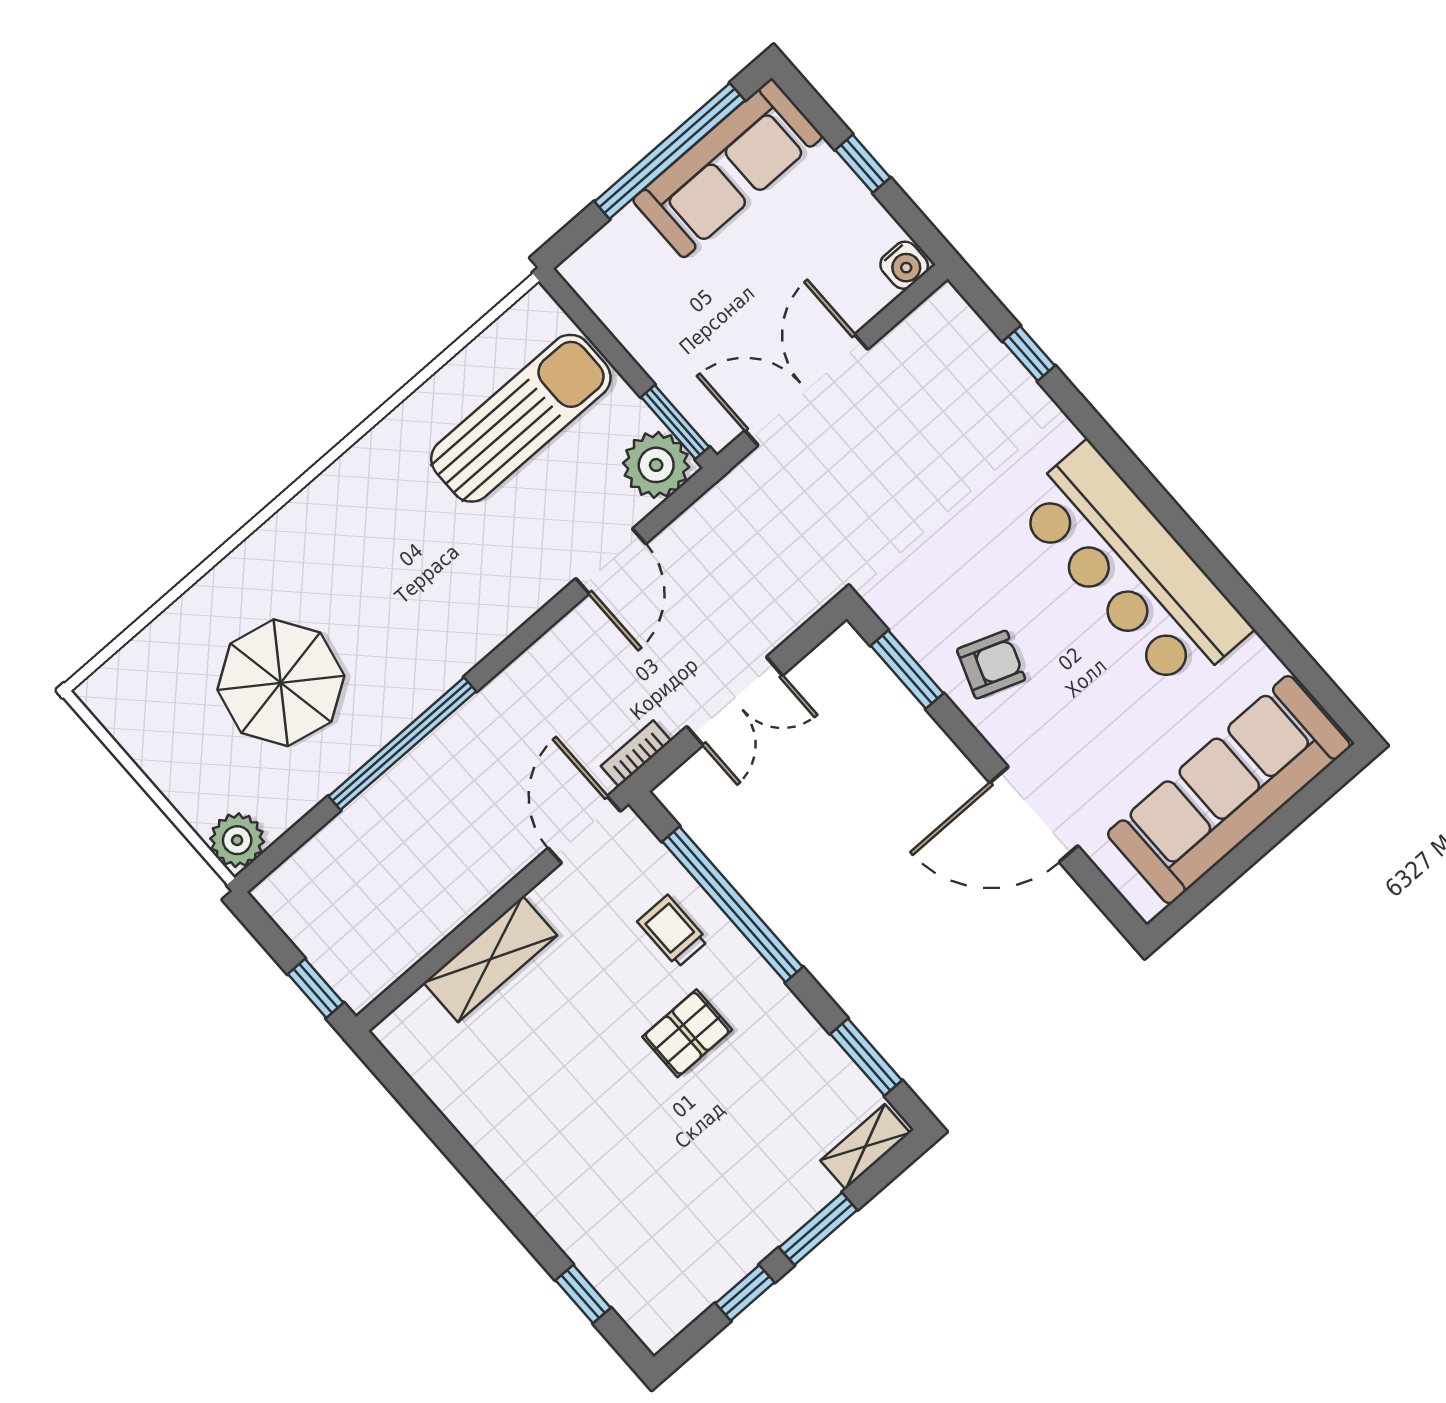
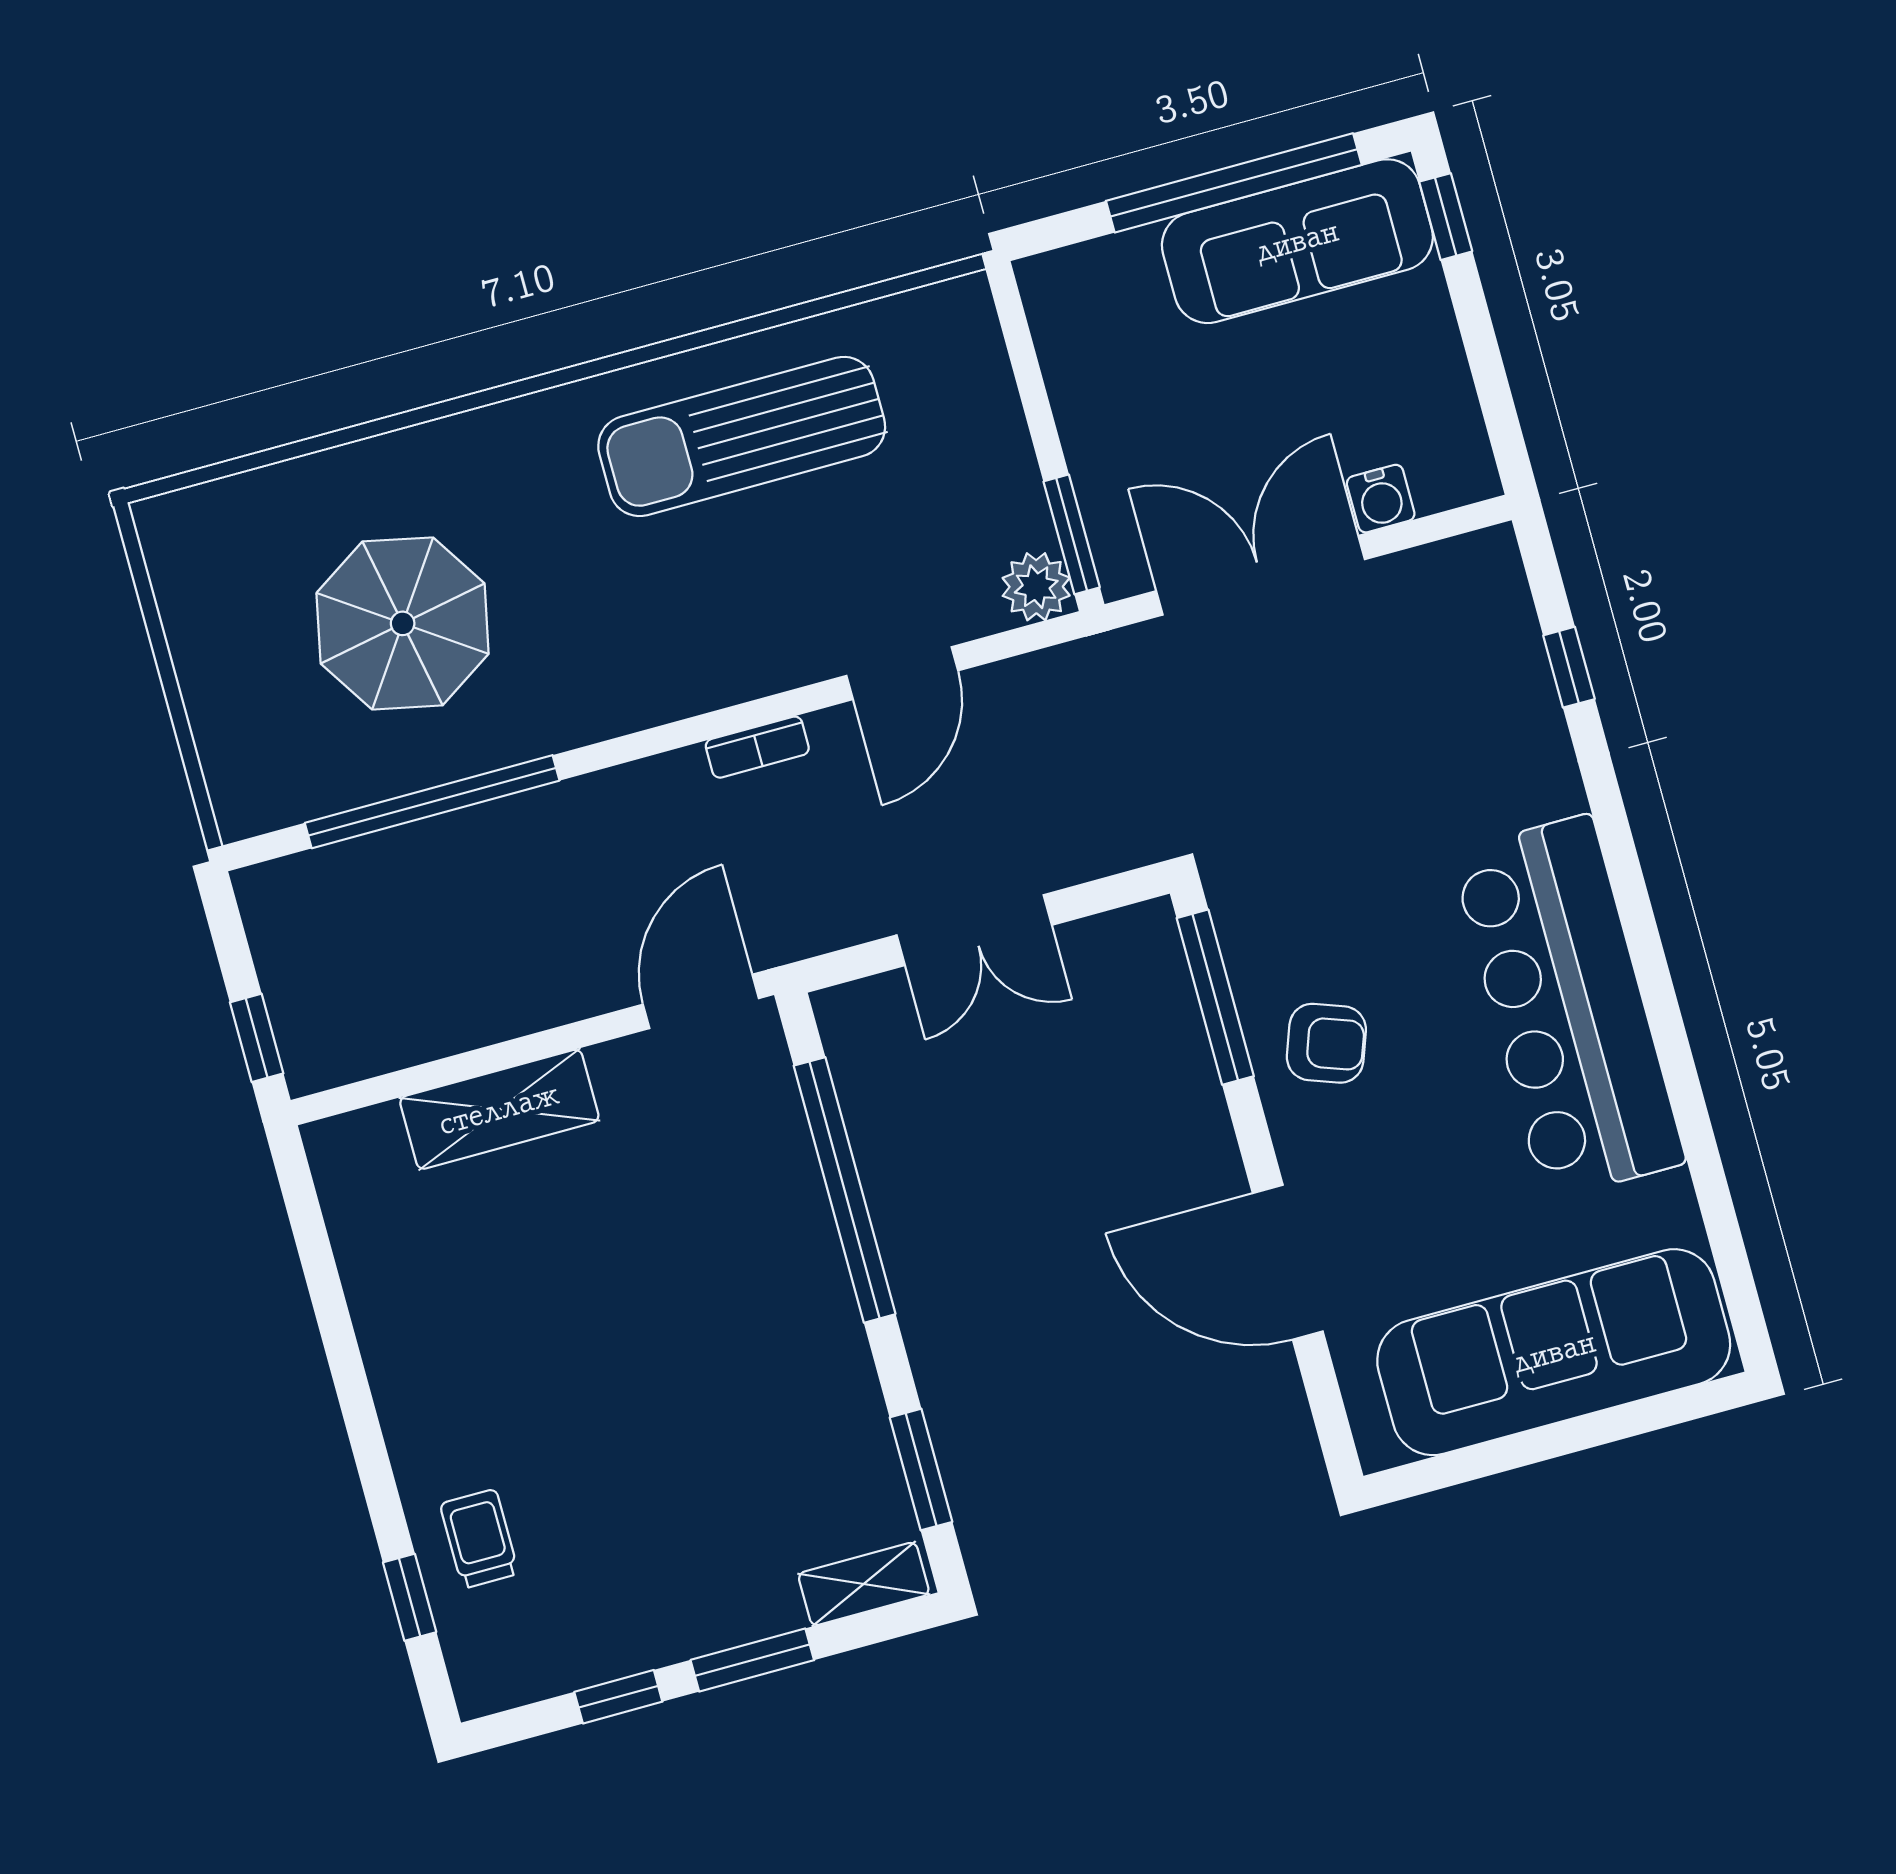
window: (863, 164) -> (1446, 217), moved
water cooler: (904, 265) -> (1381, 499), moved
sun lounger: (521, 418) -> (742, 436), moved, turned 180
plant: (656, 465) -> (1036, 587), width x0.73, depth x0.73
window: (907, 670) -> (1215, 997), width x1.44
window: (402, 744) -> (432, 802), moved
bookcase: (636, 753) -> (757, 747), moved, turned 180
plant: (237, 840) -> (248, 798), removed
trolley: (673, 931) -> (479, 1539), moved
pallet: (687, 1033) -> (706, 1327), removed

